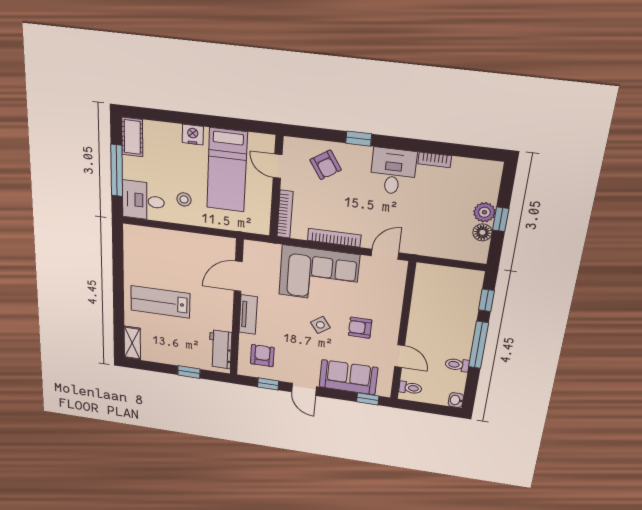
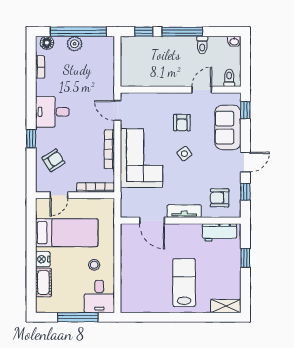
cot: (132, 137) -> (43, 283), moved, turned 90
bookcase: (435, 160) -> (40, 67), moved
window: (501, 219) -> (78, 32), width x3.17
floor lamp: (482, 232) -> (47, 43), moved
lab bench: (160, 302) -> (184, 283), turned 180

